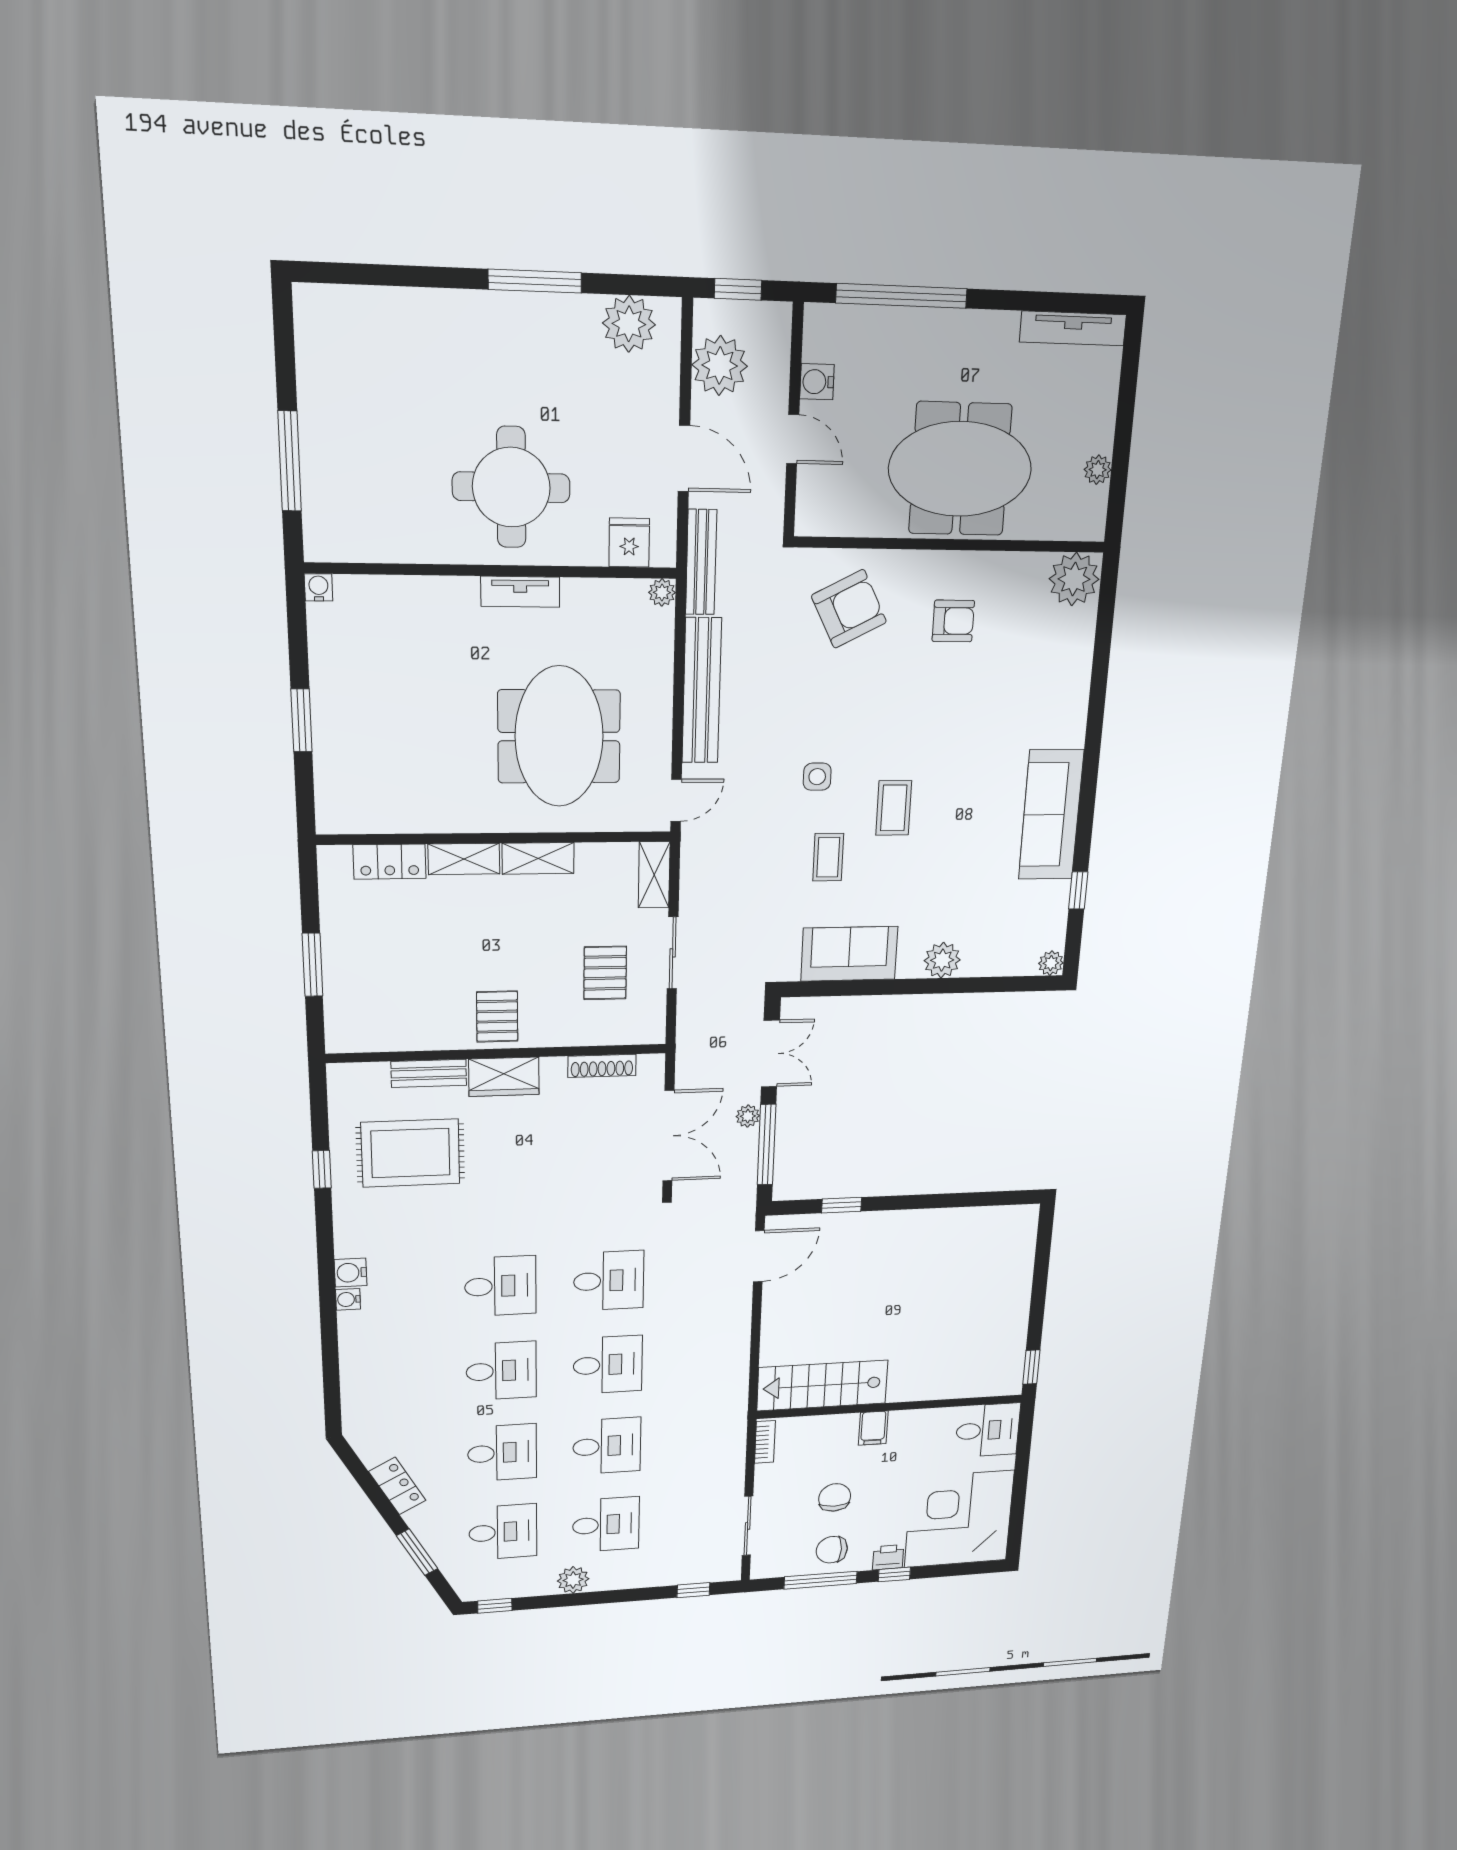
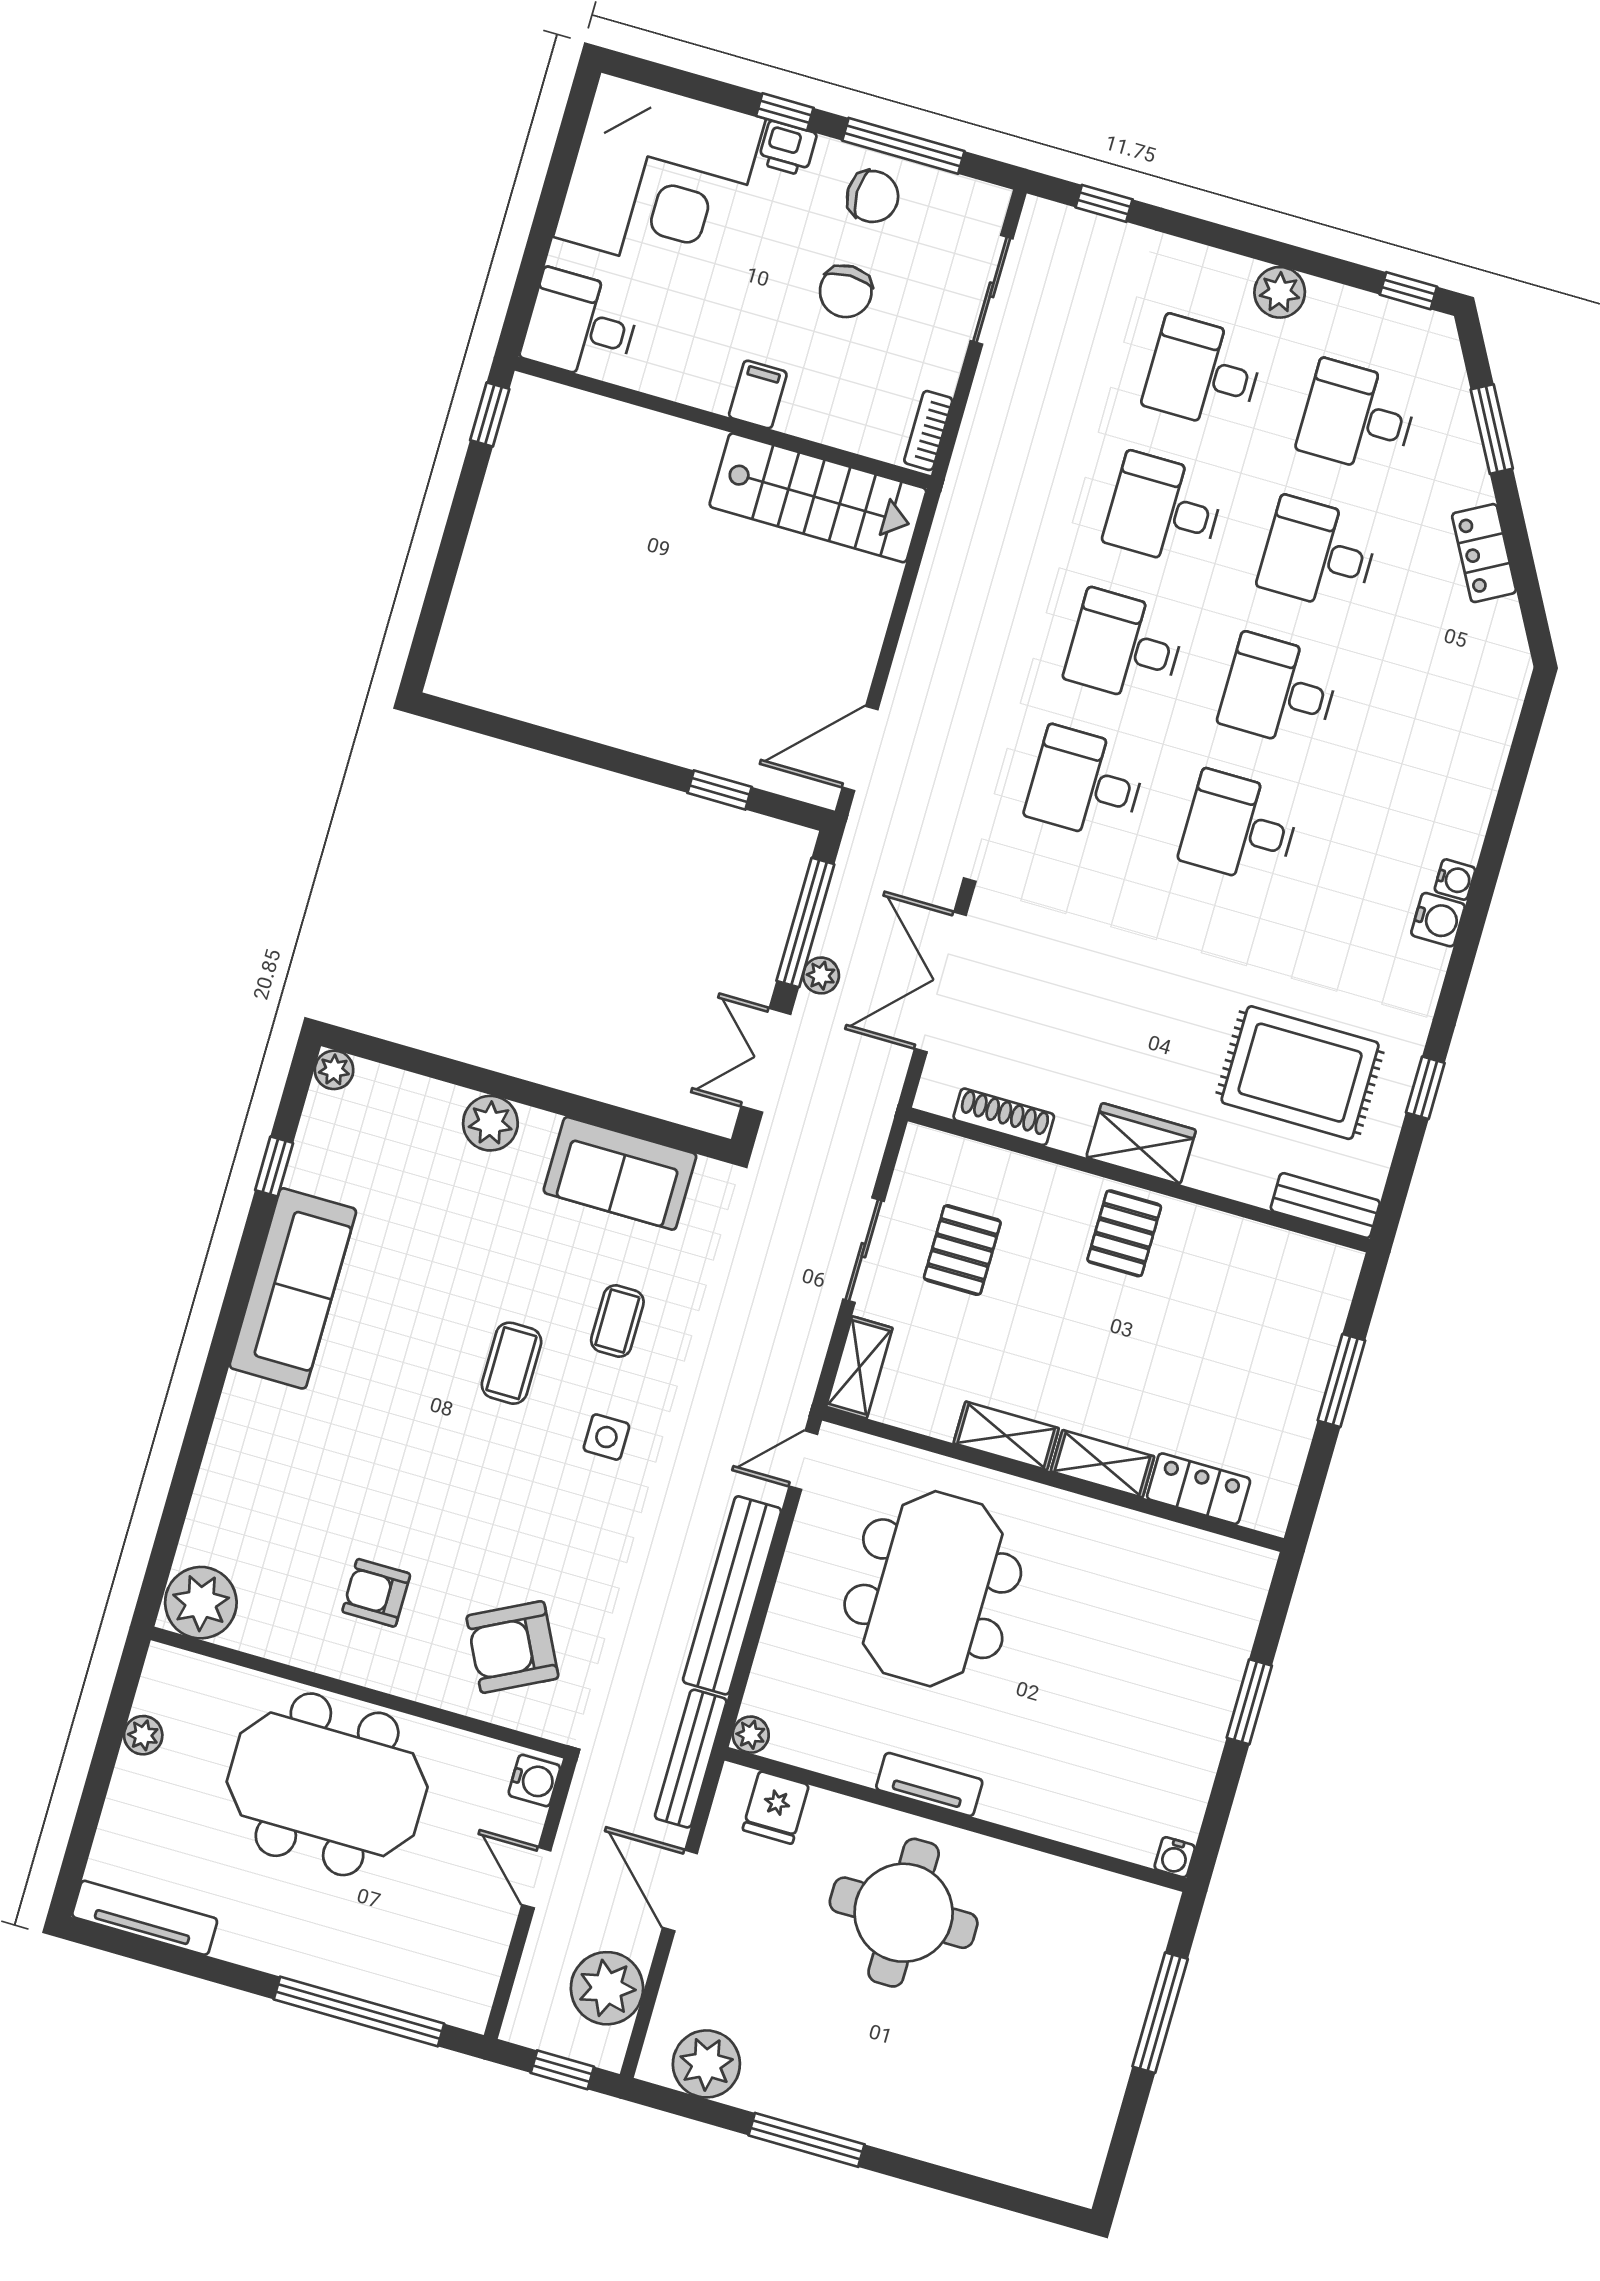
water cooler: (817, 382) -> (534, 1780), moved
bench: (429, 1073) -> (1325, 1206), moved

